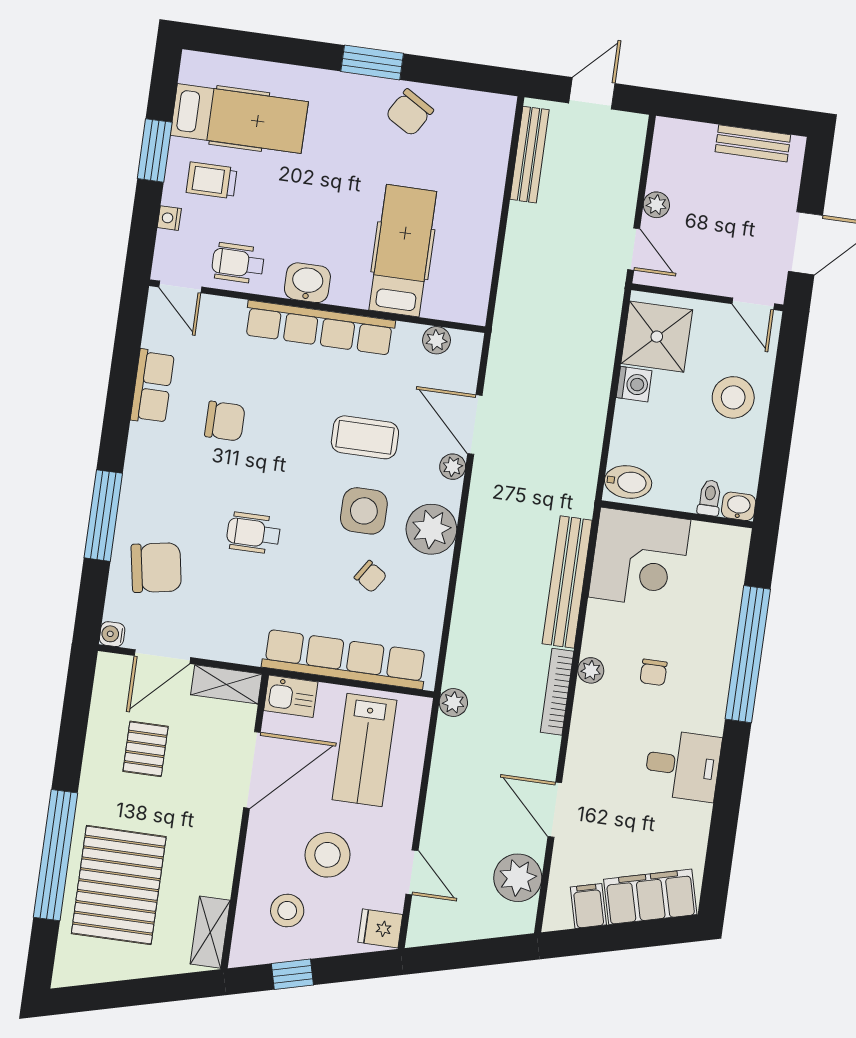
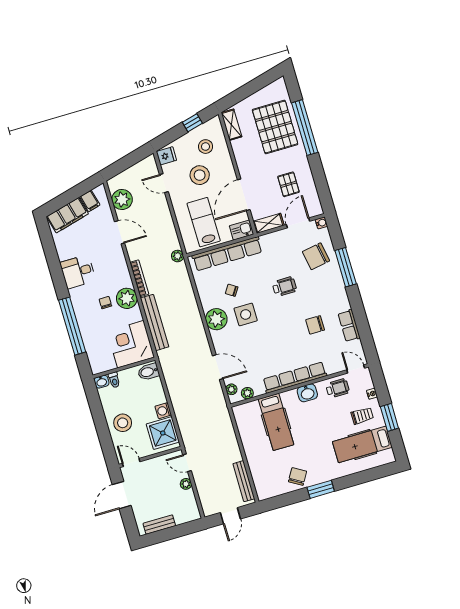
coffee table: (365, 437) -> (258, 343), removed
plant: (453, 467) -> (231, 389), moved
plant: (591, 670) -> (127, 298), width x1.88, depth x1.88

